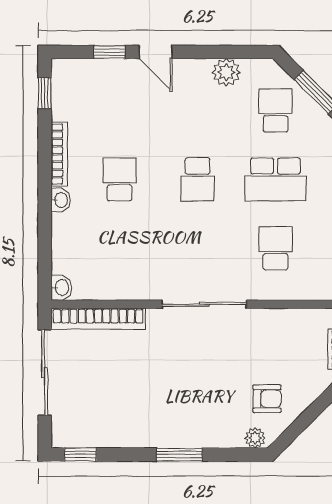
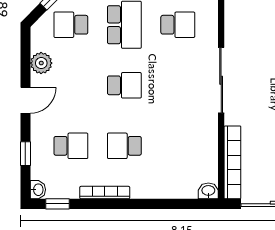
door: (156, 52) -> (25, 100), moved
school desk: (120, 110) -> (71, 146), added
washbasin: (61, 200) -> (38, 190), moved, turned 90
school desk: (276, 248) -> (178, 25), turned 180

